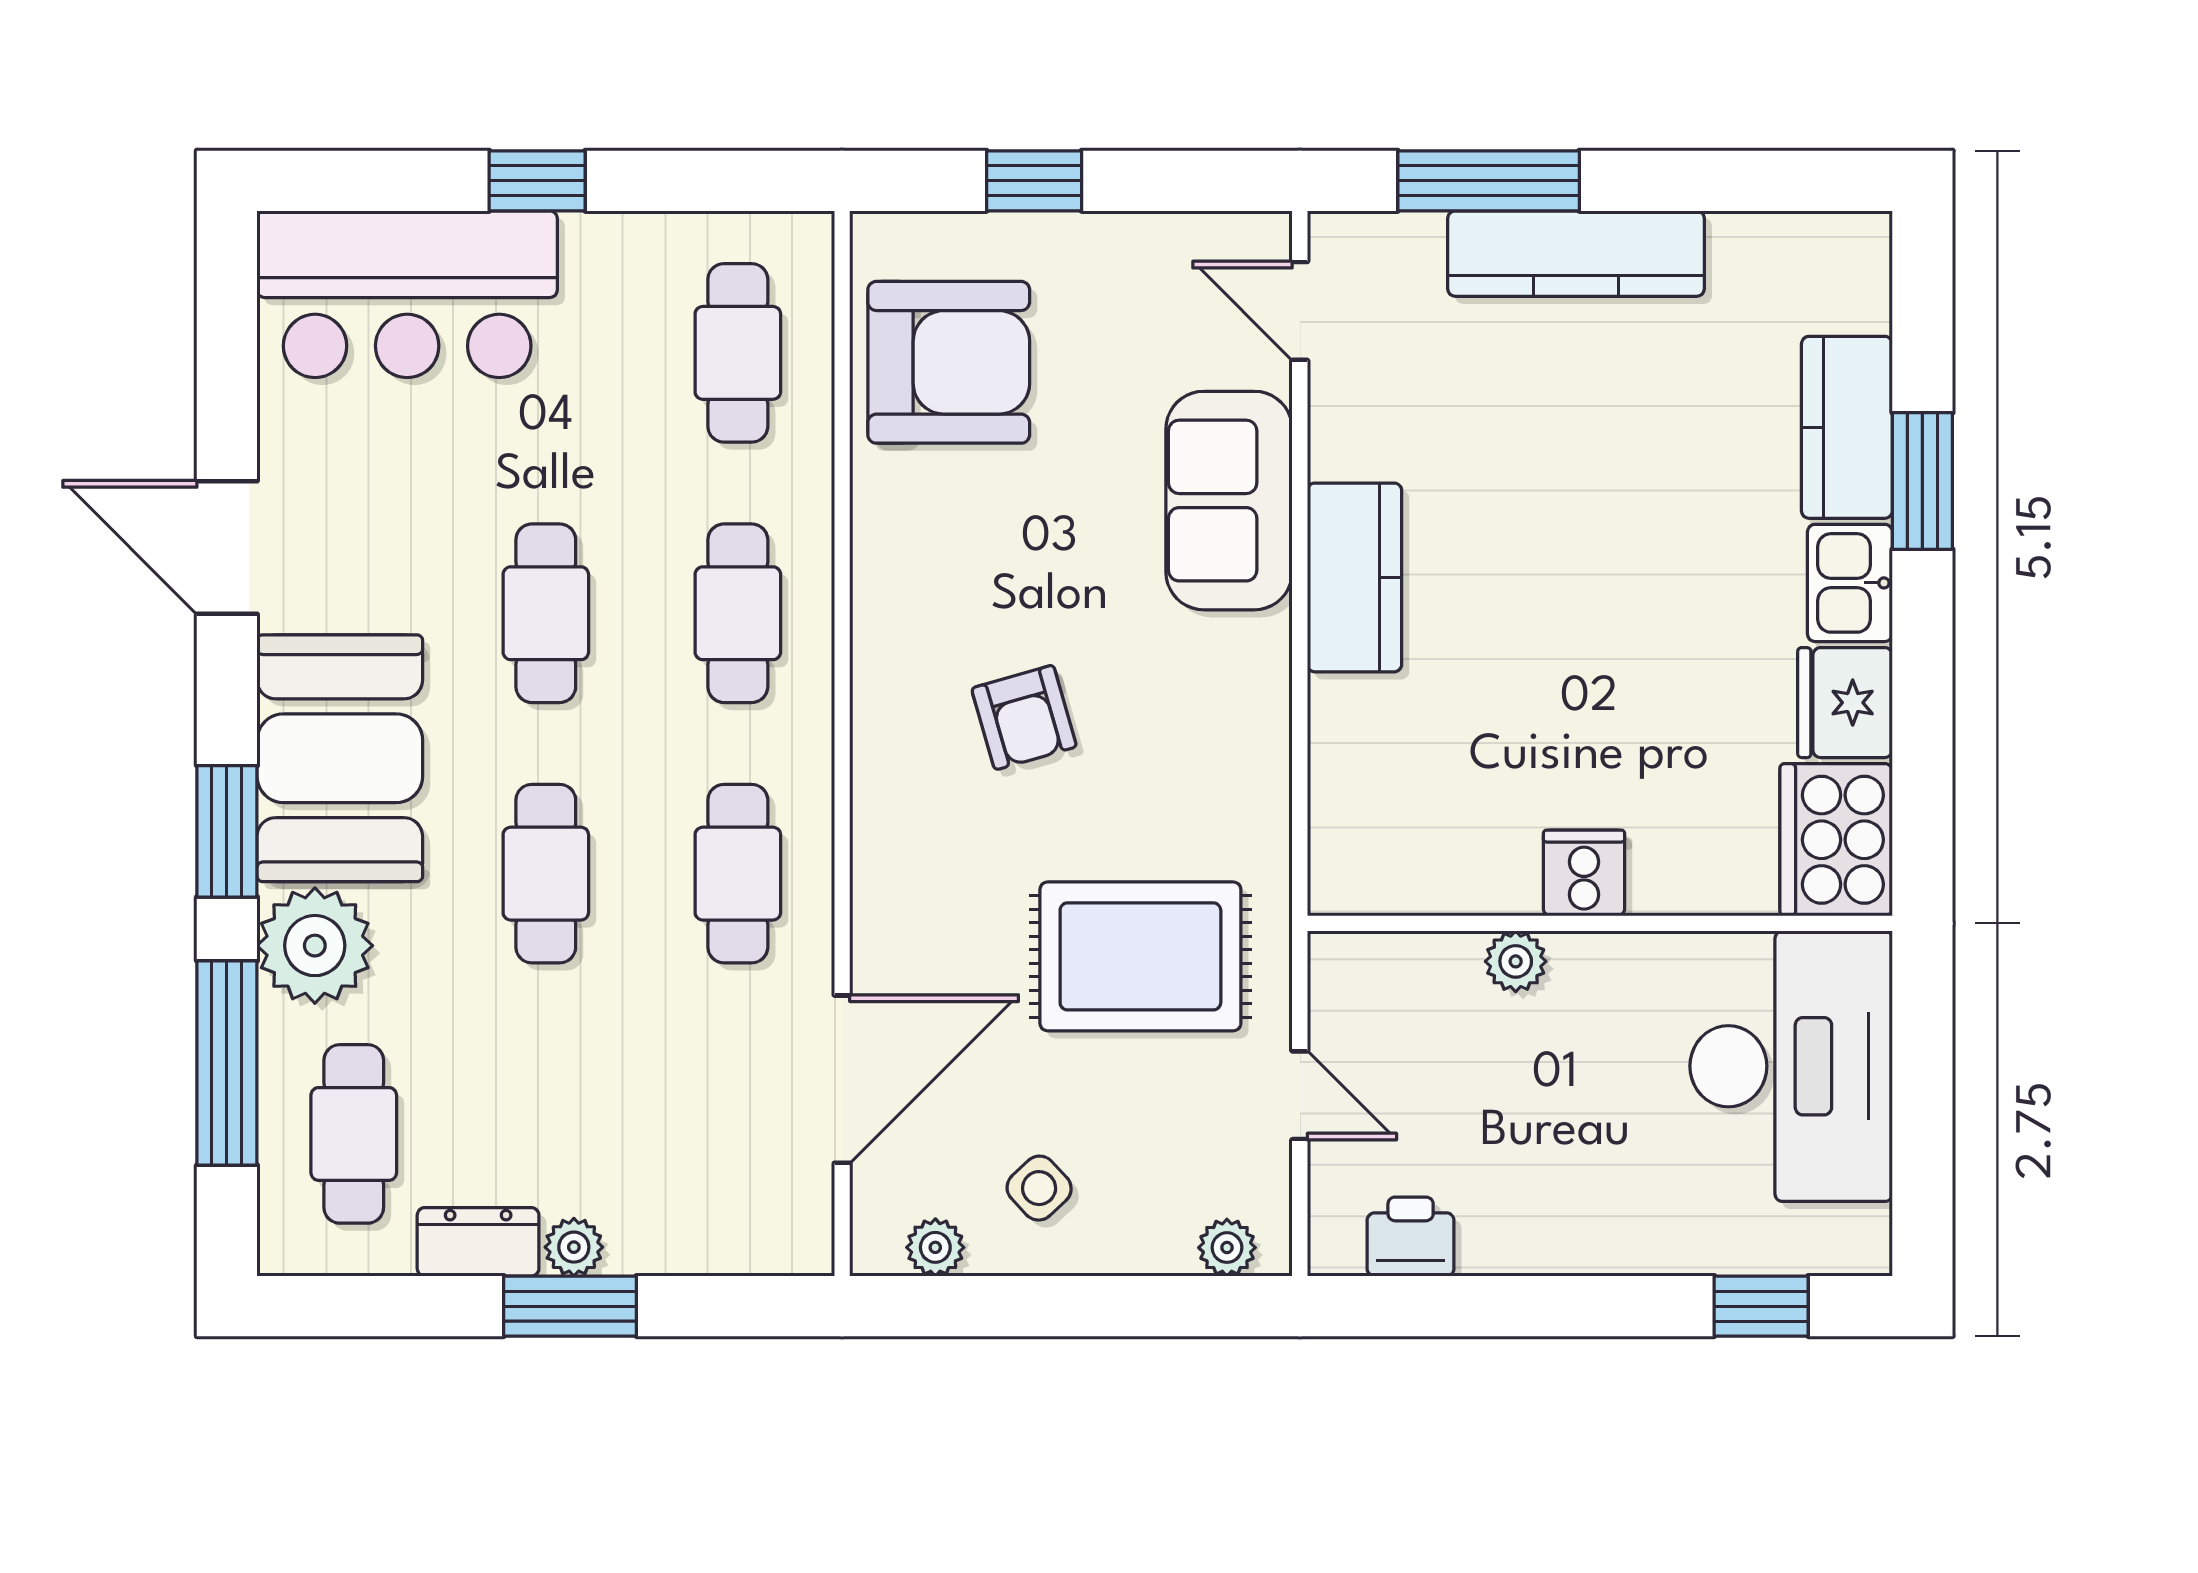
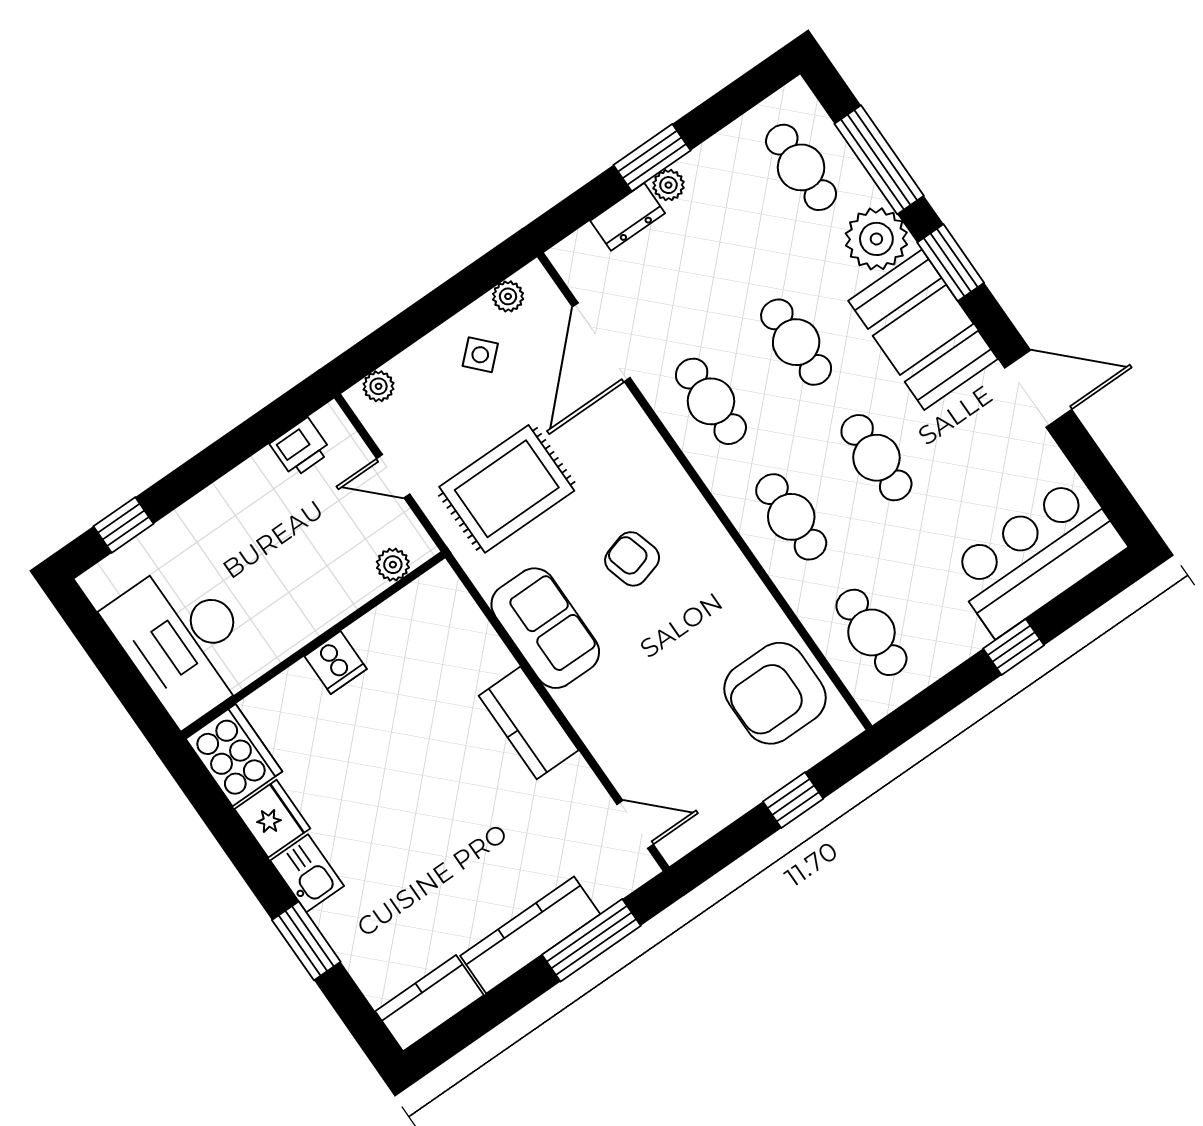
kitchen counter: (1847, 427) -> (429, 1003), moved, turned -90
sofa: (1229, 501) -> (545, 628), moved
plant: (1516, 961) -> (393, 565), moved
dresser: (478, 1242) -> (628, 217), moved

